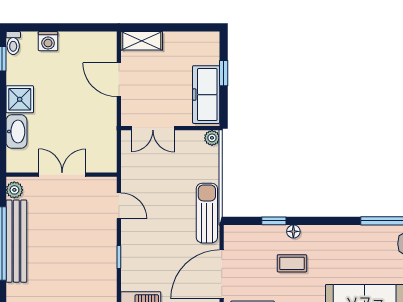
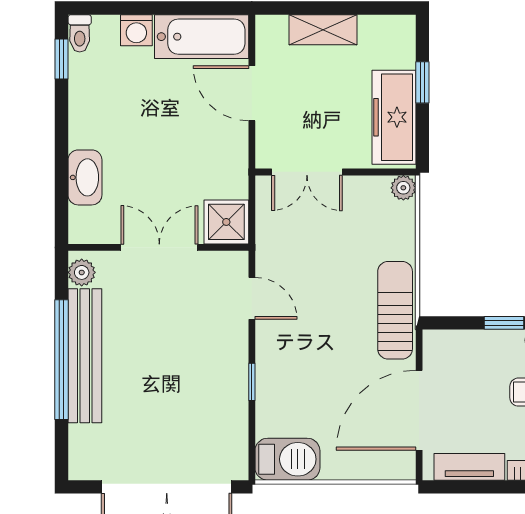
shelving: (142, 41) -> (323, 30), moved
bathtub: (88, 45) -> (202, 37), added
shower: (20, 99) -> (226, 222), moved

